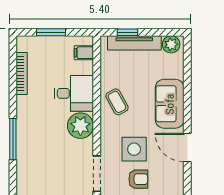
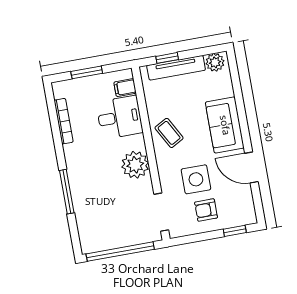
desk: (74, 93) -> (120, 117), moved
armchair: (138, 179) -> (206, 210), turned 180

